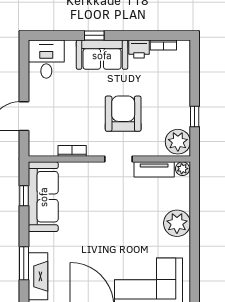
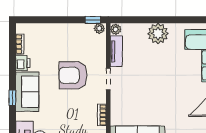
window: (195, 117) -> (93, 20), moved
plant: (178, 142) -> (99, 28), width x0.53, depth x0.53

